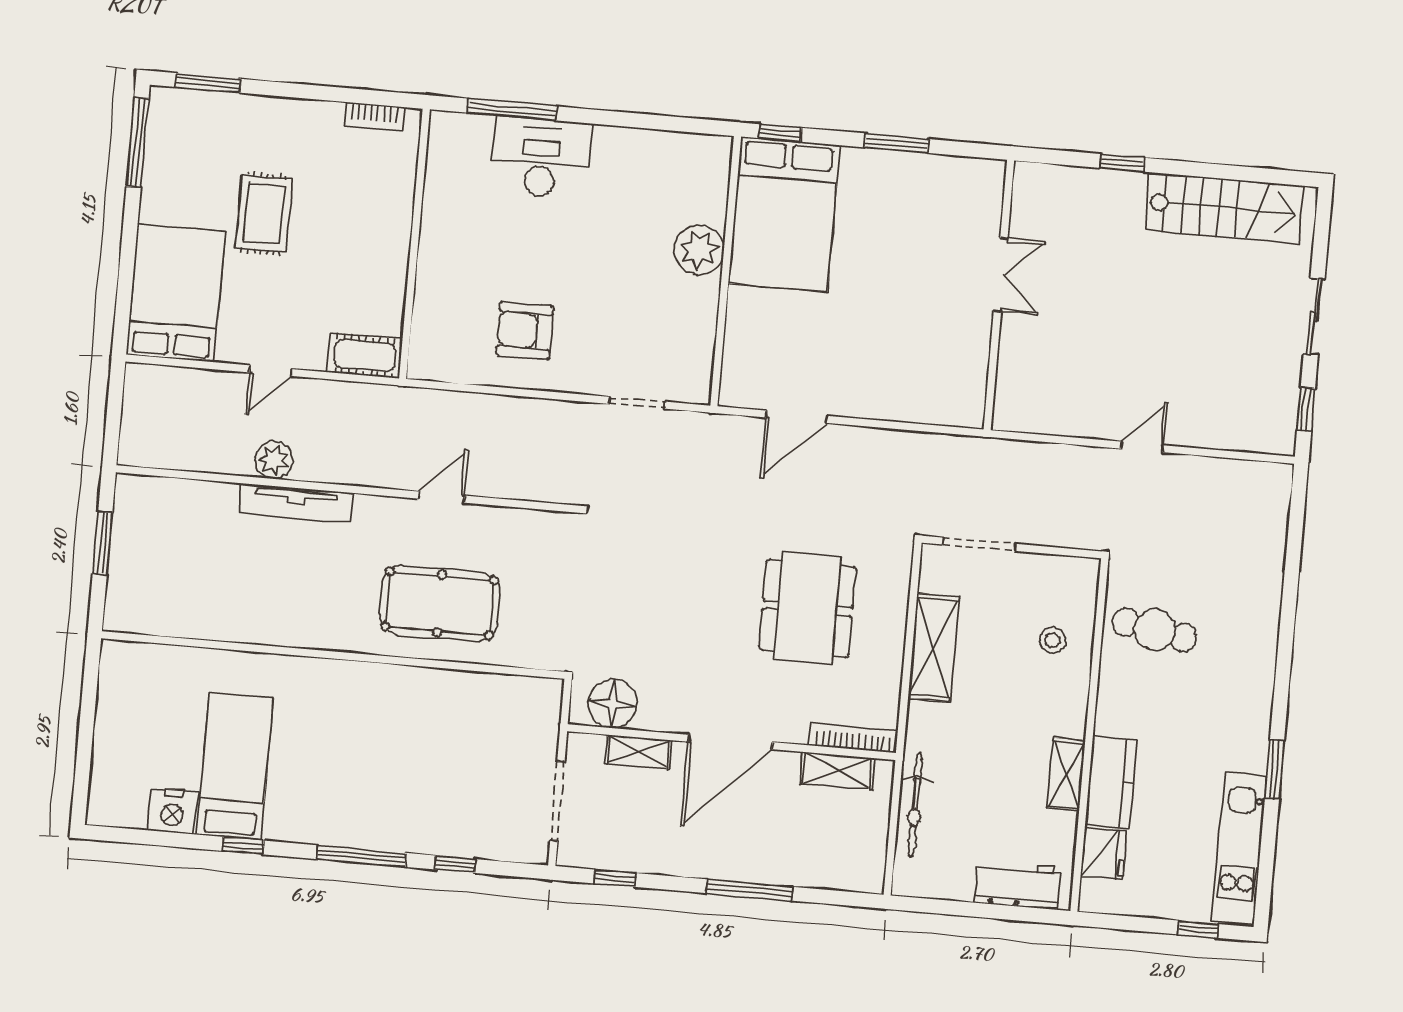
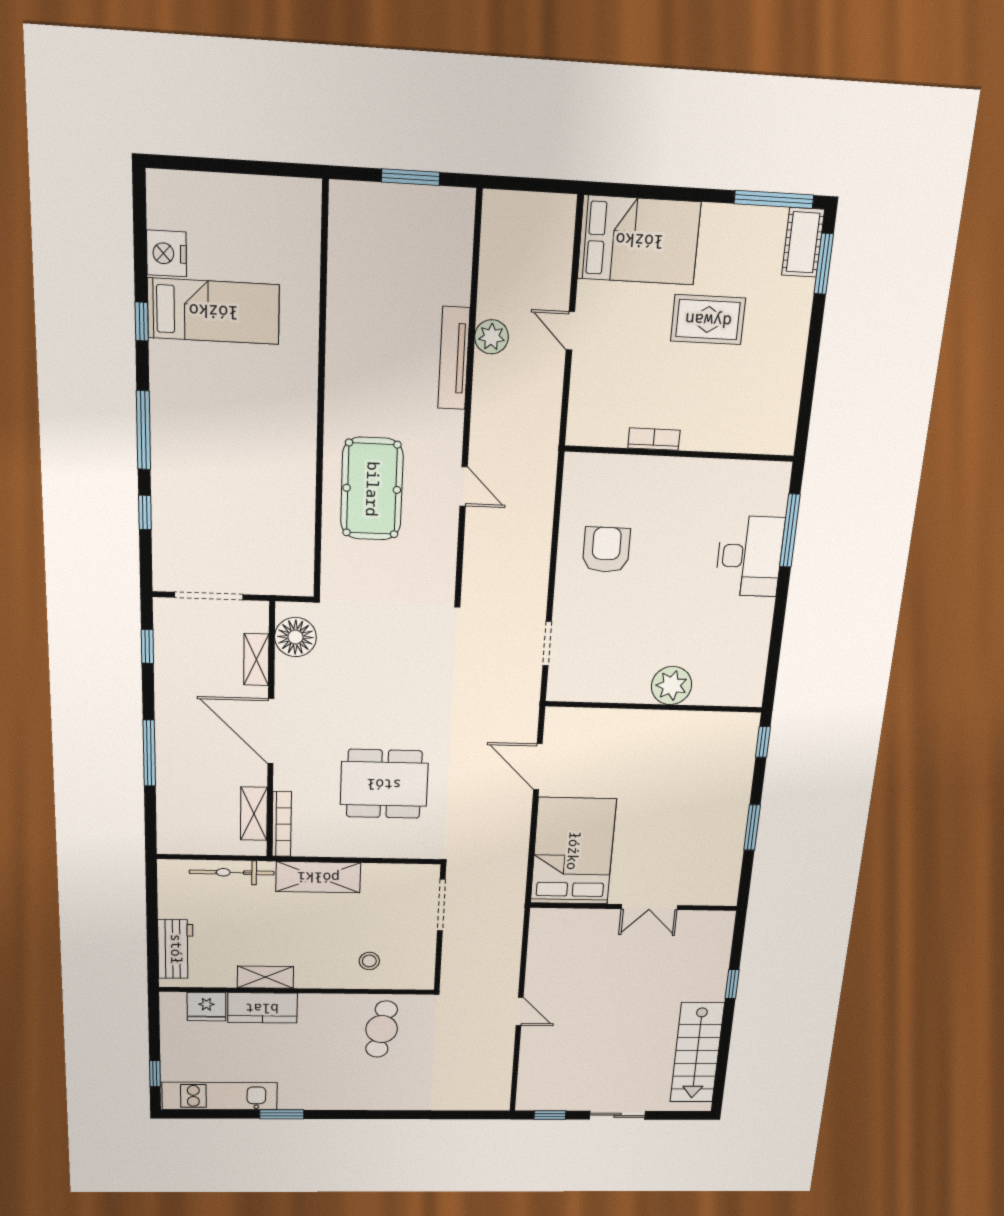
bookcase: (374, 116) -> (654, 439), moved, turned 90
bed: (784, 214) -> (573, 851), moved, turned 90
cot: (365, 356) -> (803, 242), moved
shelving: (933, 648) -> (318, 877), moved

